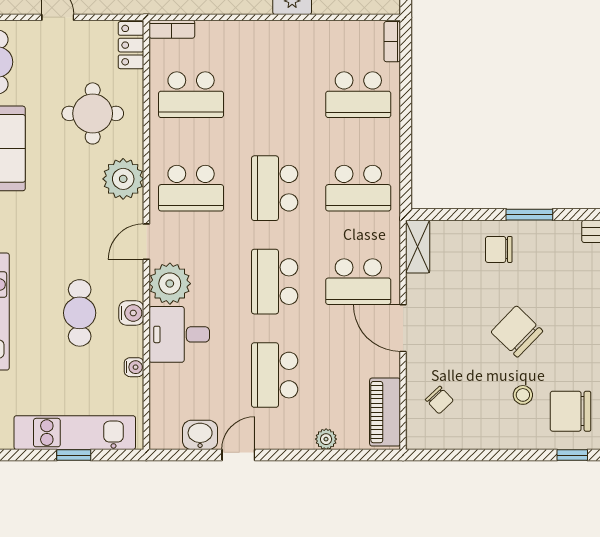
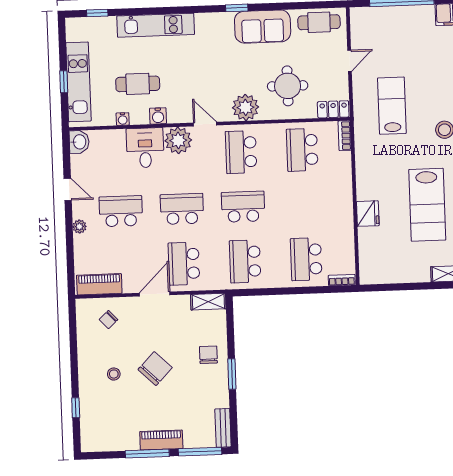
cafe table: (80, 313) -> (138, 84), moved
chair: (571, 411) -> (104, 406), removed
washbasin: (200, 435) -> (79, 142), moved
plant: (326, 439) -> (79, 227), moved

